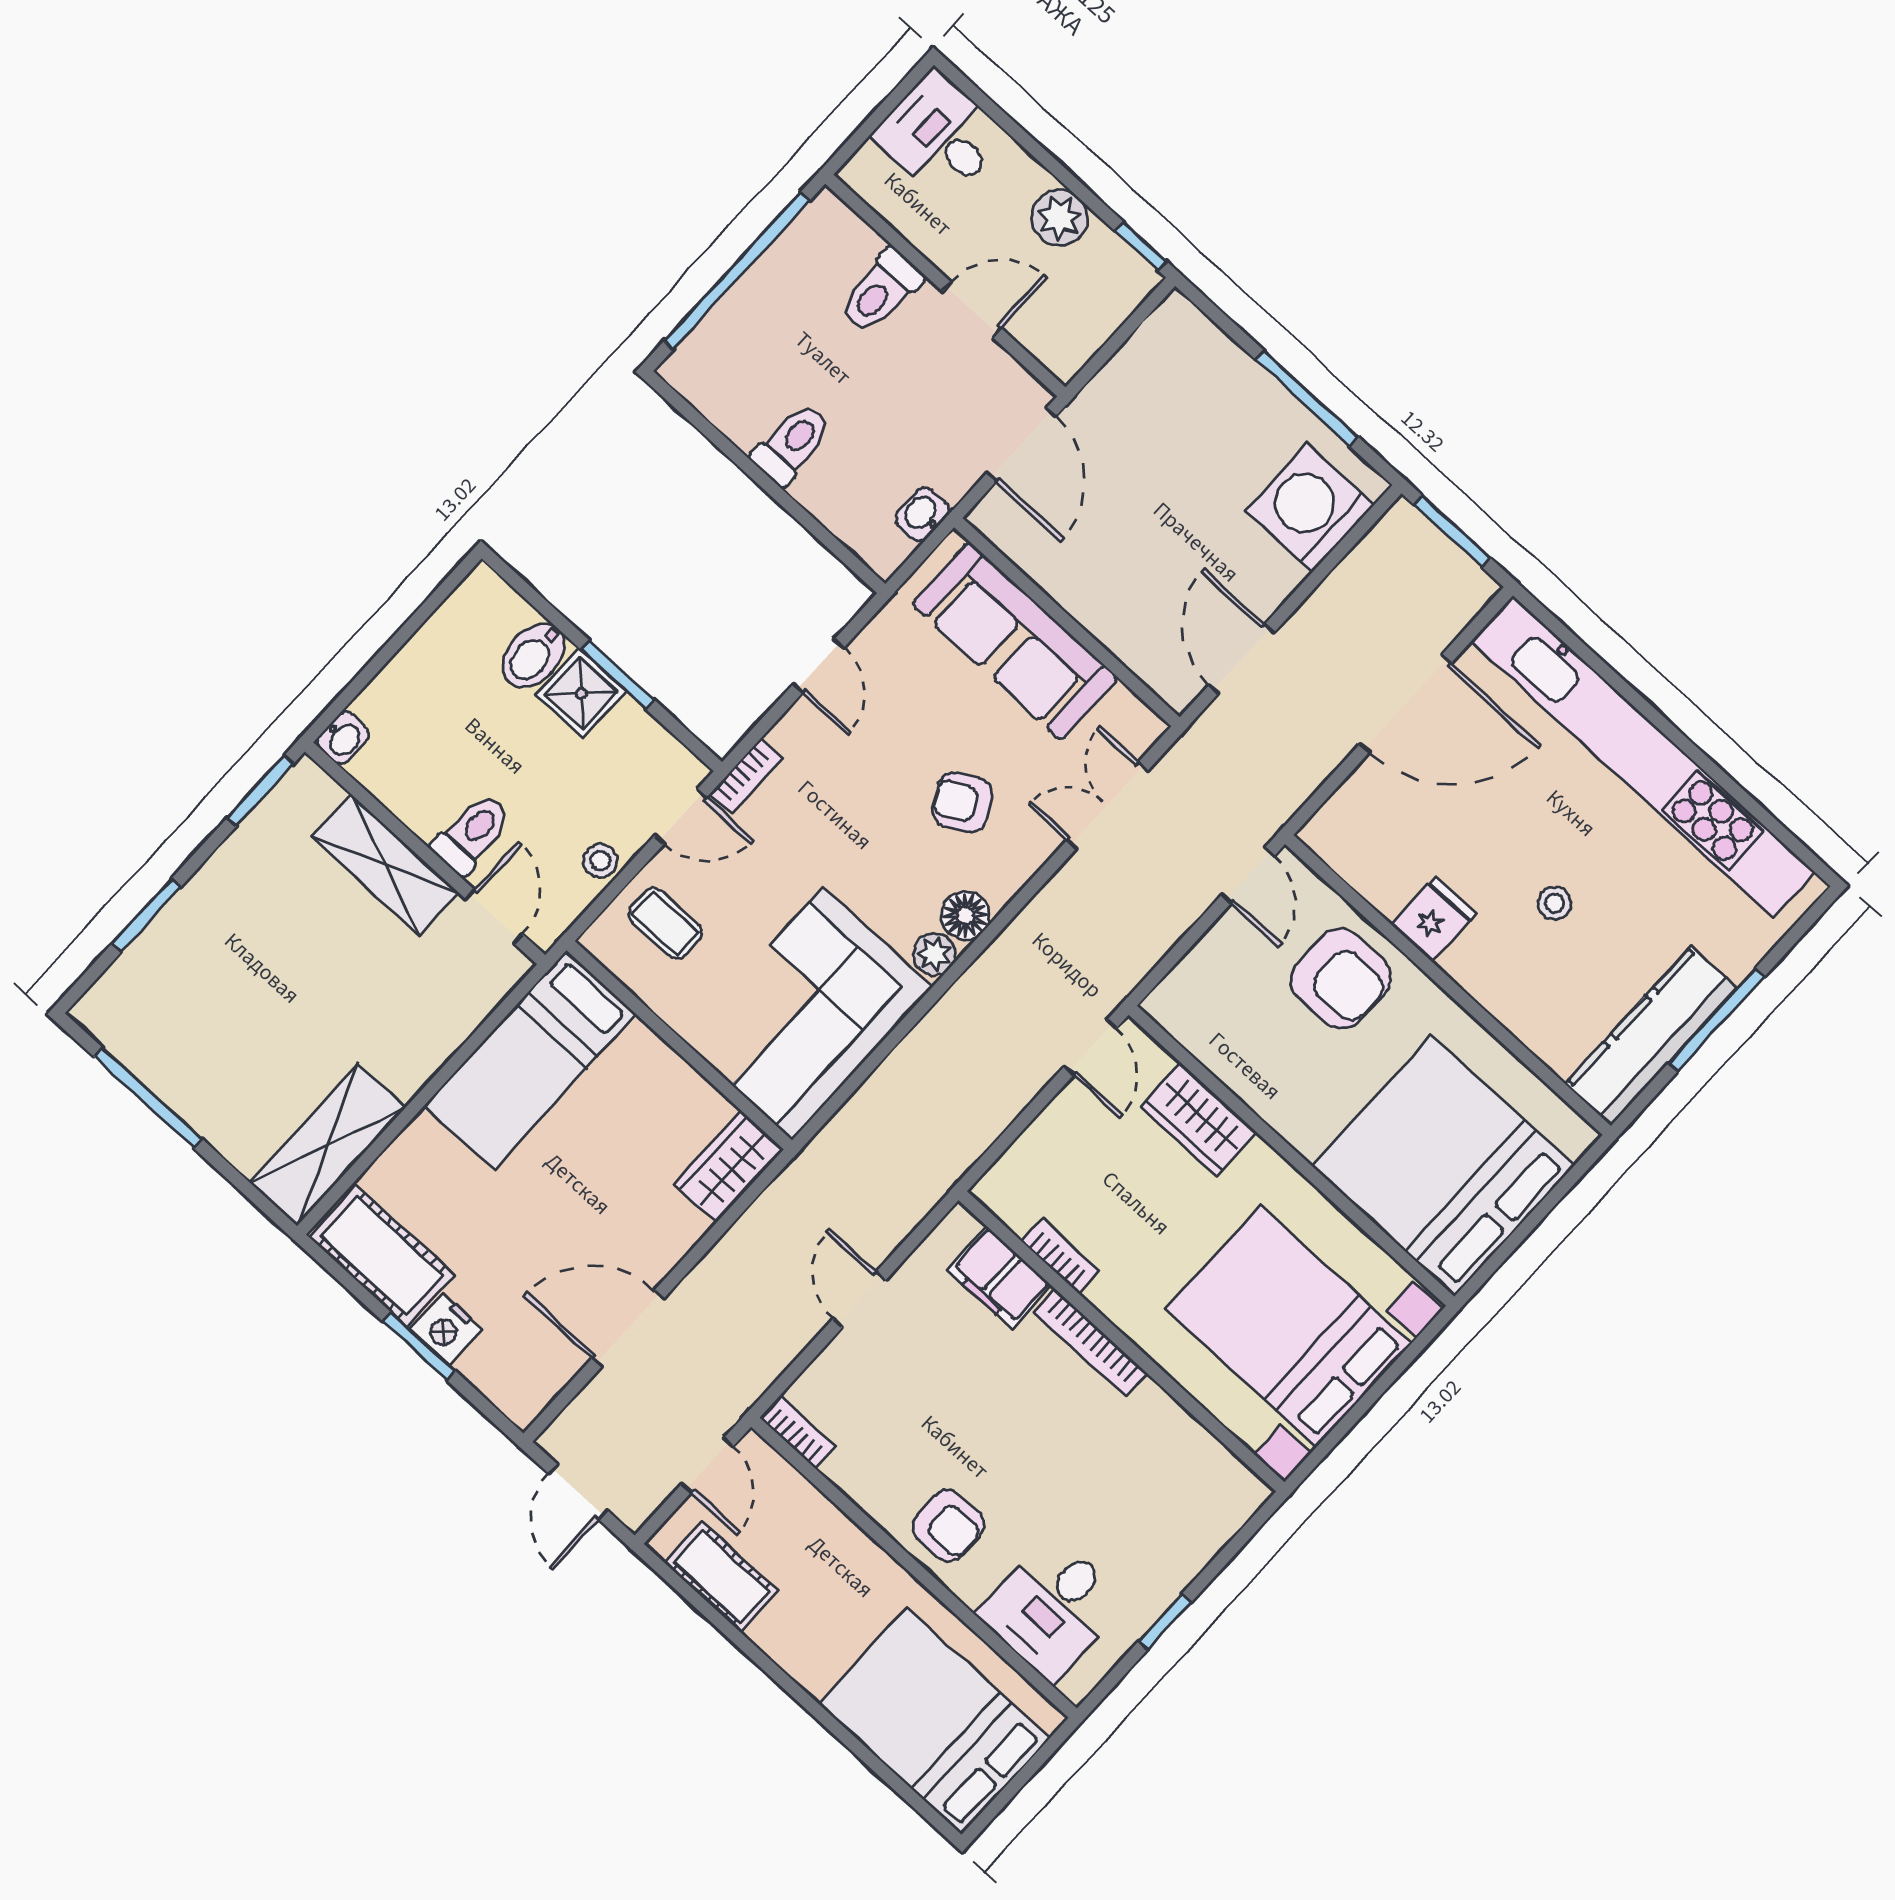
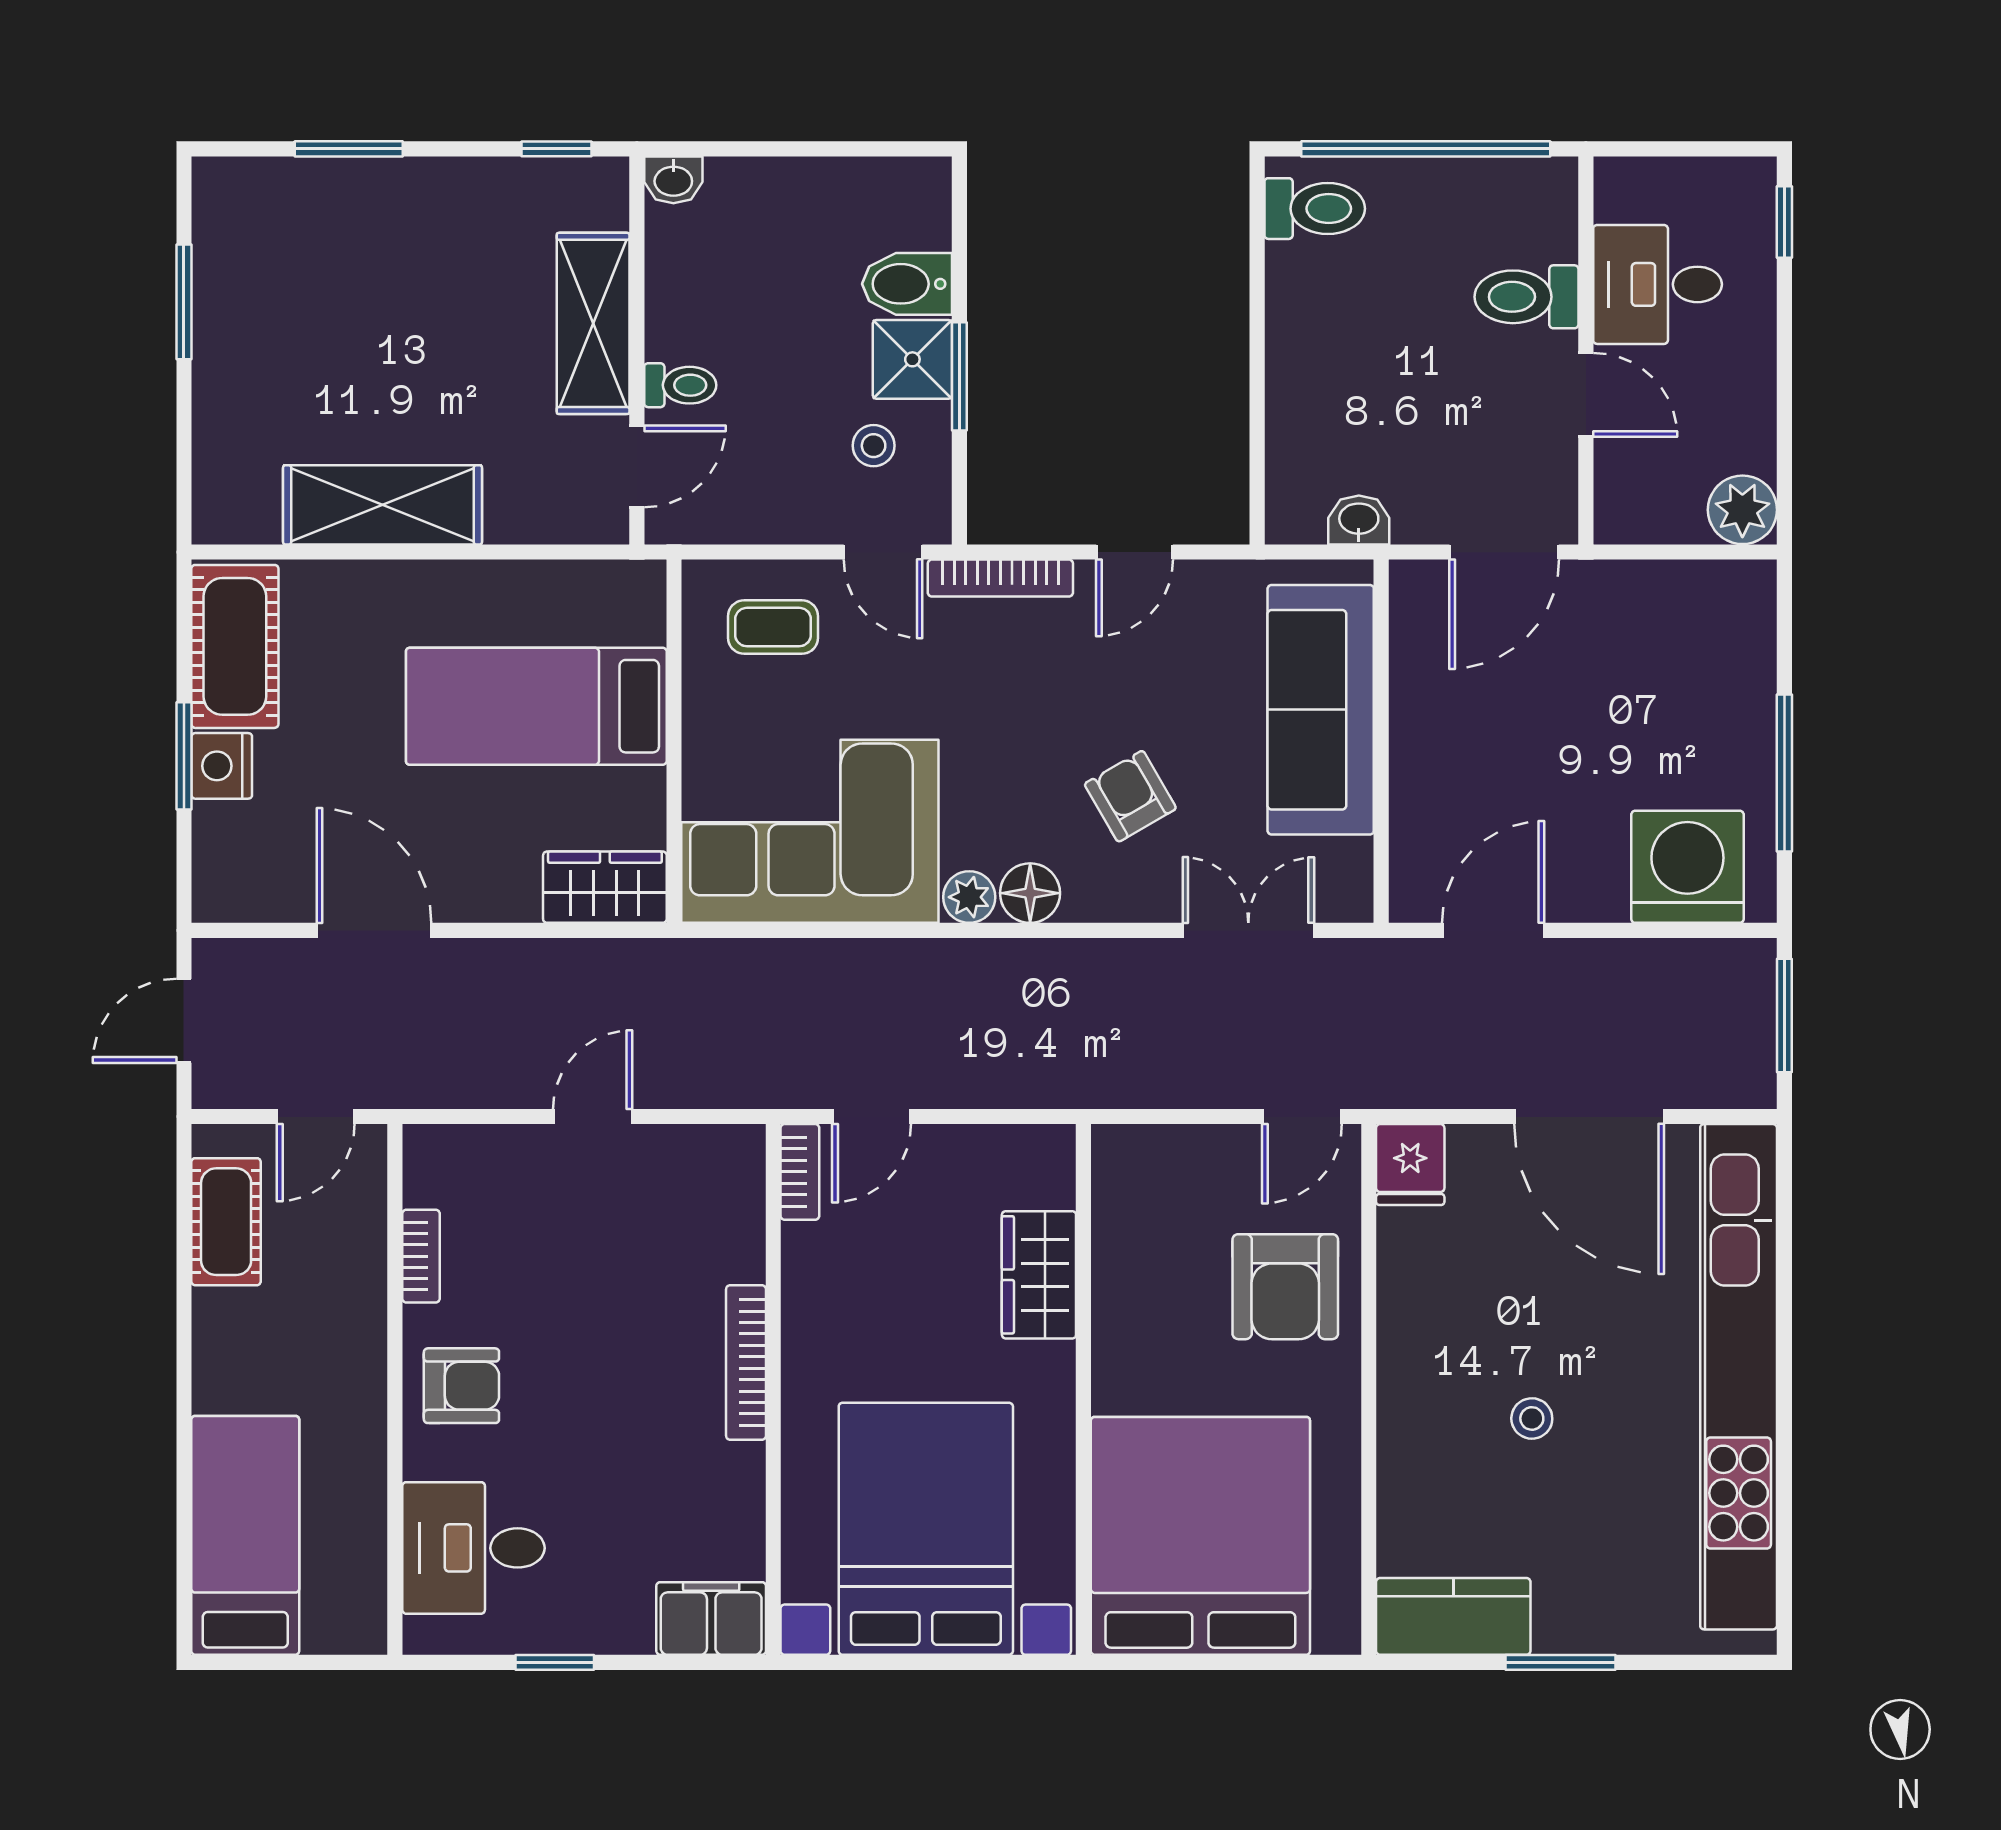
desk: (940, 136) -> (1658, 284), moved, turned -90
plant: (1060, 218) -> (1742, 510), moved
window: (1141, 246) -> (1784, 222), moved
toilet: (792, 444) -> (1315, 209), moved
bookcase: (746, 776) -> (1000, 578), width x1.56
window: (260, 791) -> (556, 149), width x0.67
toilet: (472, 834) -> (680, 385), width x0.73, depth x0.72
stool: (600, 861) -> (874, 446), moved
fridge: (1434, 919) -> (1410, 1165), moved, turned 90
coffee table: (665, 923) -> (773, 627), turned 90
window: (1716, 1020) -> (1561, 1662), width x0.69
kitchen counter: (1651, 1036) -> (1453, 1616), width x0.67
door: (1090, 1047) -> (872, 1117), moved
bed: (530, 1060) -> (536, 706), moved
window: (148, 1098) -> (184, 302), width x0.69
shelving: (328, 1145) -> (383, 505), moved
bookcase: (1061, 1256) -> (800, 1172), moved
filing cabinet: (999, 1278) -> (711, 1618), moved, turned 90
bookcase: (797, 1432) -> (421, 1256), moved
armchair: (948, 1526) -> (461, 1386), turned -90
bed: (934, 1721) -> (245, 1535), width x0.67

